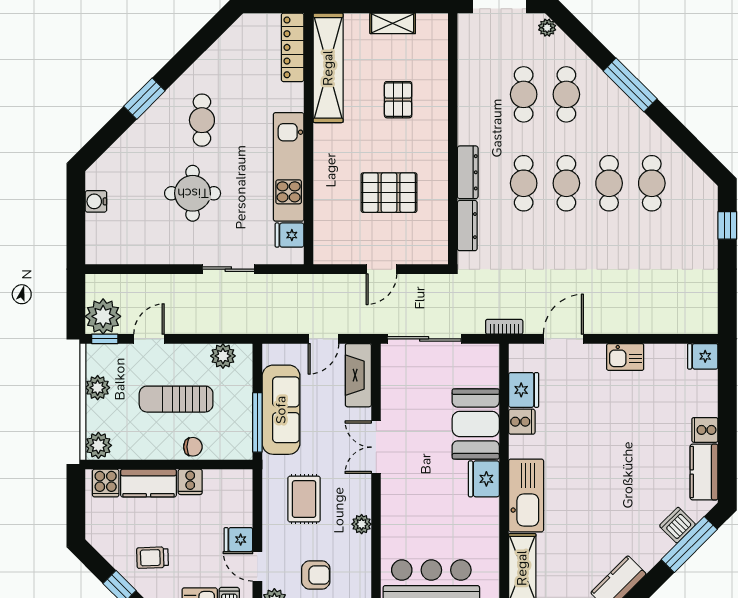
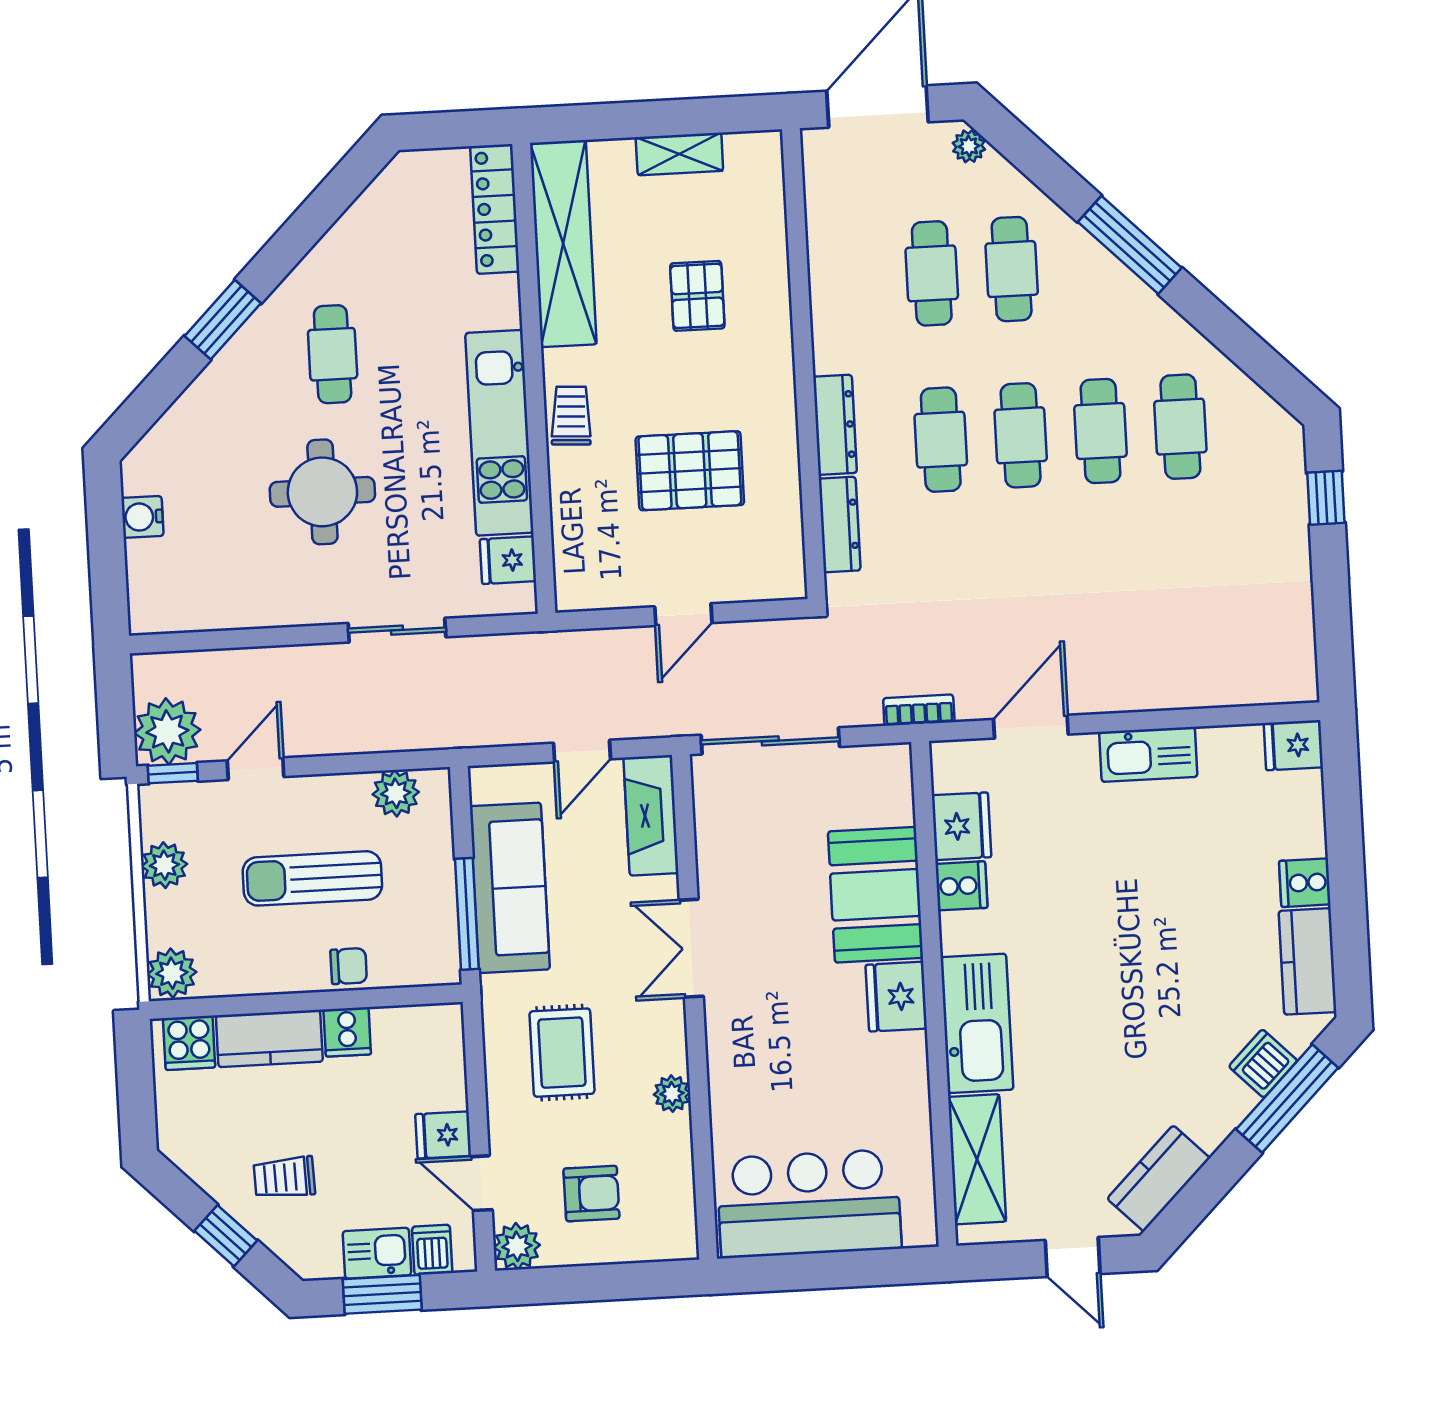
trolley: (327, 160) -> (571, 416), added
kitchen sink: (625, 357) -> (1148, 754), width x1.38

